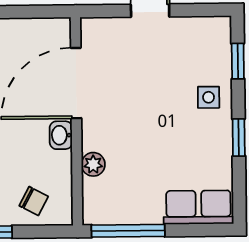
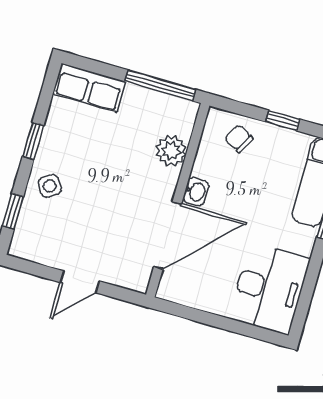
side table: (209, 97) -> (50, 186), turned -34
plant: (93, 164) -> (171, 151), width x1.38, depth x1.38

